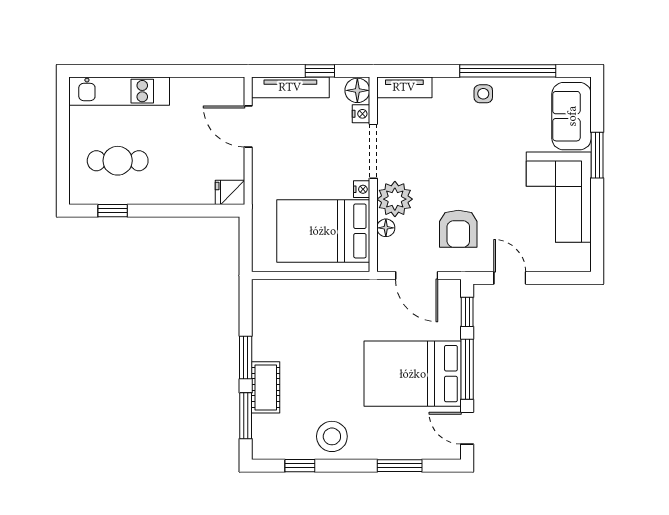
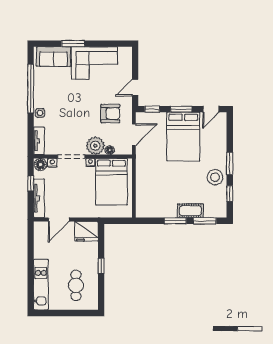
side table: (483, 94) -> (40, 113), moved
fridge: (230, 192) -> (86, 231), width x1.88, depth x1.34
window: (113, 211) -> (101, 266), moved
window: (467, 369) -> (181, 109), width x0.69
window: (400, 466) -> (230, 163), moved

